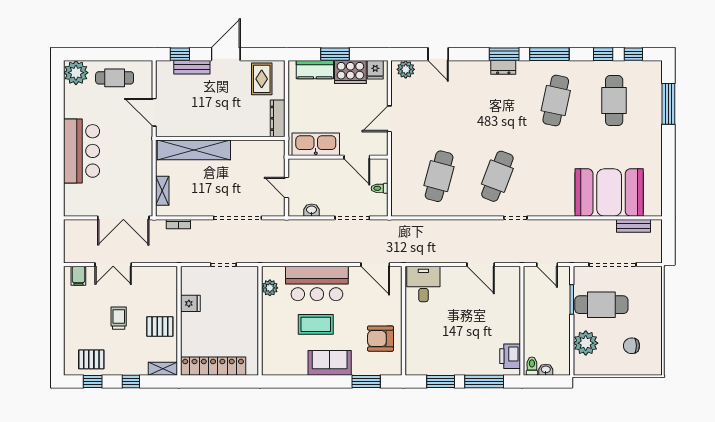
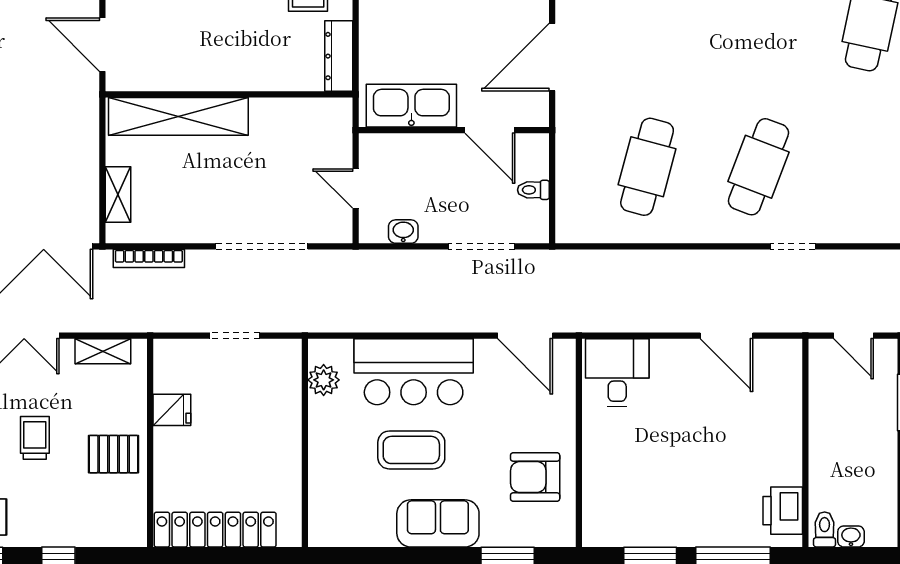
door: (389, 119) -> (552, 57), width x1.36
bookcase: (178, 224) -> (149, 258), width x1.56
shelving: (163, 369) -> (103, 351), moved

